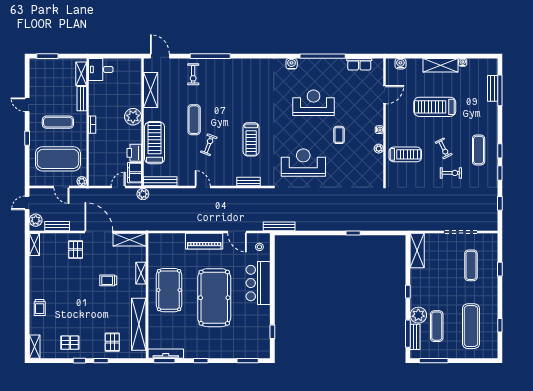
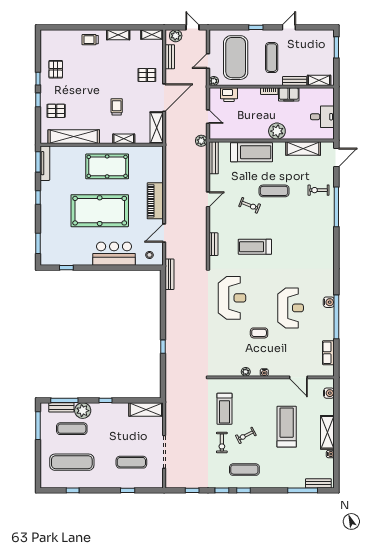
water cooler: (292, 64) -> (329, 302), moved
desk: (101, 69) -> (322, 117), moved, turned 90
bench: (493, 88) -> (318, 483), moved
printer: (134, 153) -> (229, 95), moved, turned 180
treadmill: (405, 154) -> (224, 409), moved
filing cabinet: (135, 173) -> (289, 94), moved, turned 180
shelving: (35, 347) -> (118, 35), moved

